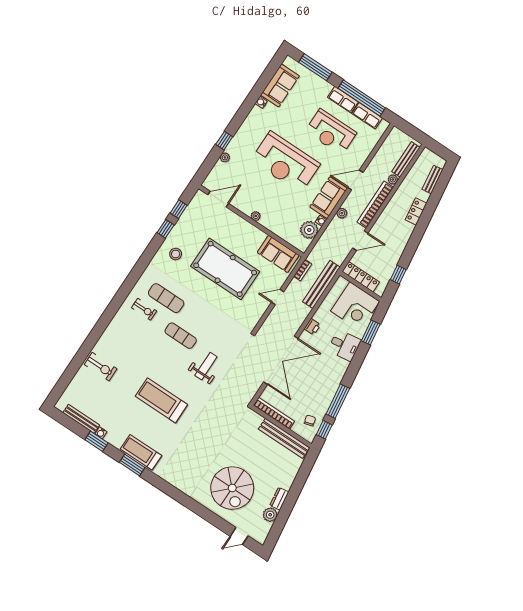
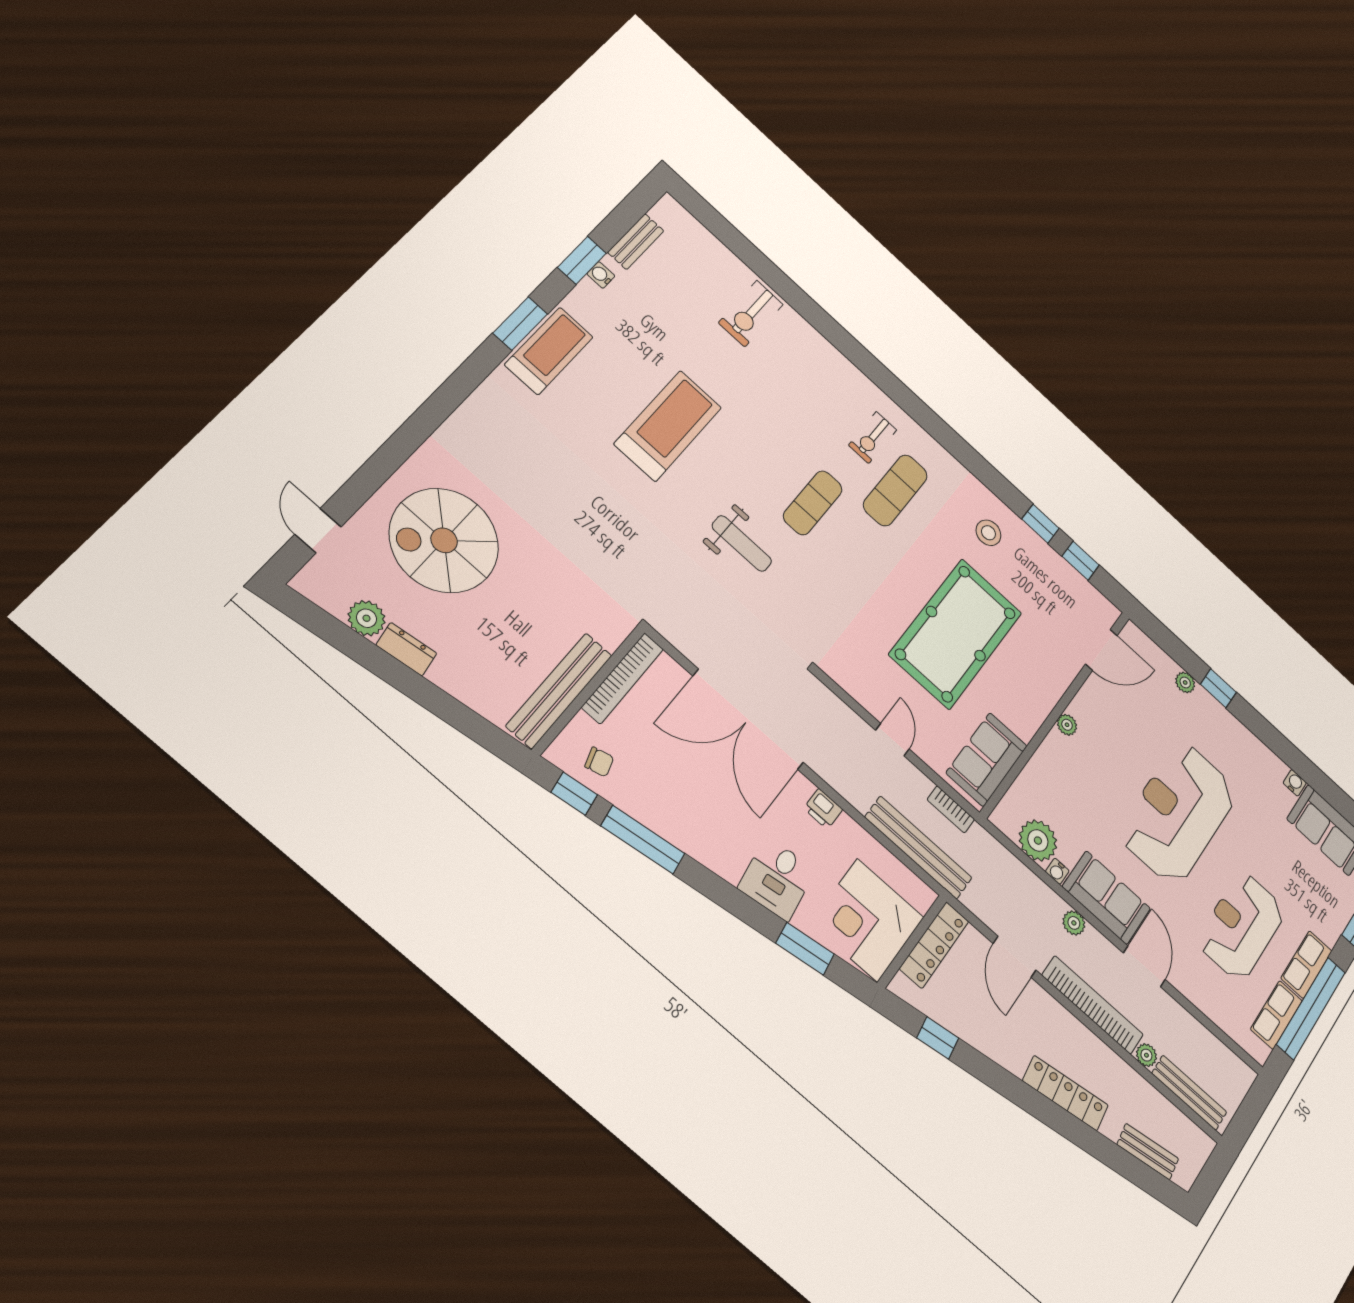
door: (218, 199) -> (1101, 650), hinge flipped
locker: (416, 211) -> (1065, 1093), width x1.53
bench: (81, 419) -> (636, 242), width x0.73

